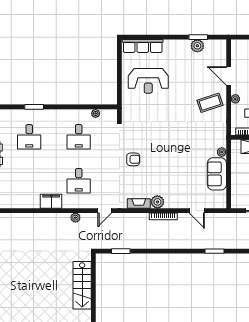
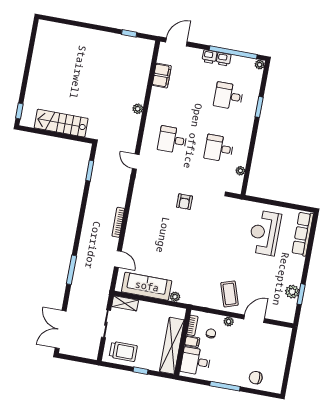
sofa: (217, 174) -> (147, 286), width x1.36
shelving: (236, 197) -> (125, 303), added
filing cabinet: (51, 201) -> (162, 76), moved
plant: (157, 202) -> (135, 219), removed
fireplace: (139, 203) -> (137, 199), removed
door: (197, 211) -> (118, 259), swing flipped
plant: (75, 218) -> (138, 109), moved
window: (214, 251) -> (72, 270), width x1.44

